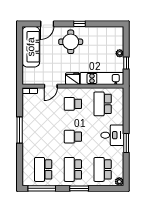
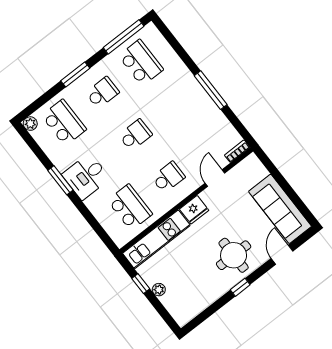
school desk: (73, 169) -> (102, 93), width x0.54

